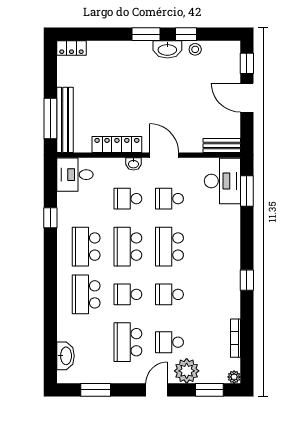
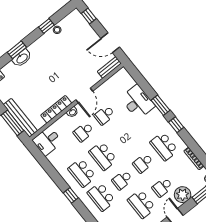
window: (146, 34) -> (17, 50), moved
washbasin: (167, 49) -> (22, 58), moved
door: (247, 98) -> (110, 43), moved
door: (164, 155) -> (84, 95), swing flipped
desk: (222, 181) -> (138, 102), moved
window: (247, 191) -> (160, 105), moved
window: (50, 218) -> (71, 195), moved
school desk: (170, 247) -> (164, 146), moved

